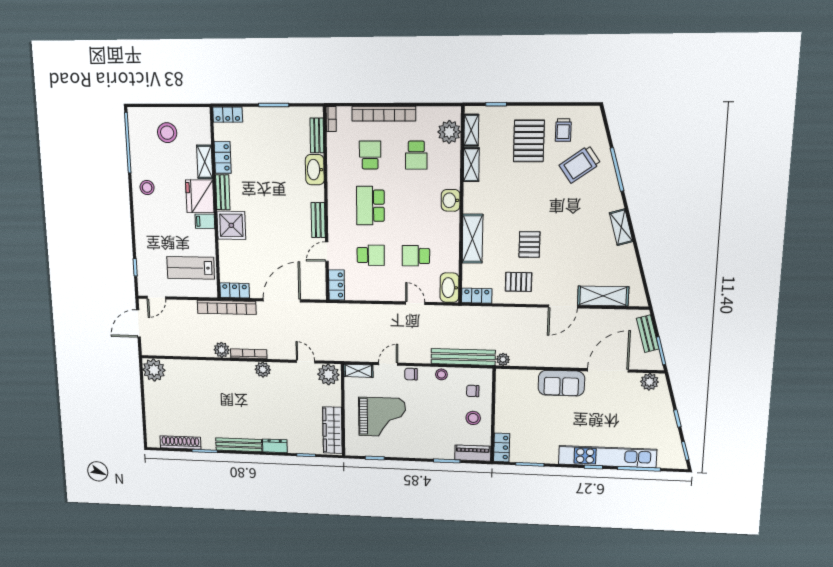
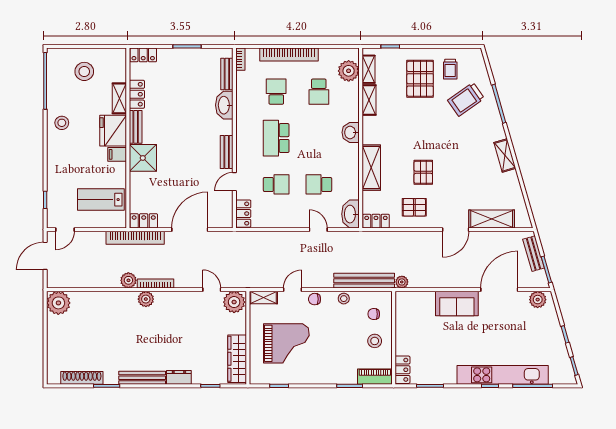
plant: (263, 370) -> (146, 299), moved

